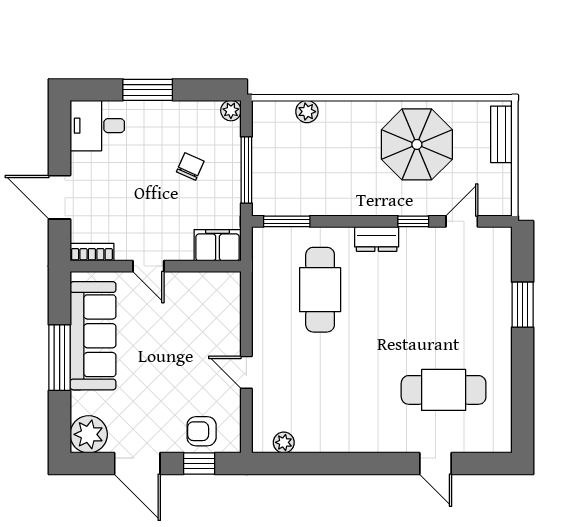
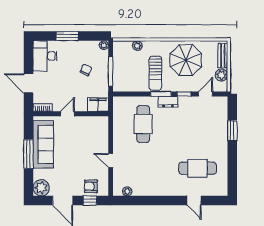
desk: (97, 126) -> (45, 56), width x1.37
sun lounger: (348, 174) -> (155, 73), added
plant: (498, 179) -> (221, 75), added
window: (287, 221) -> (161, 94), moved
door: (148, 266) -> (68, 114), swing flipped

